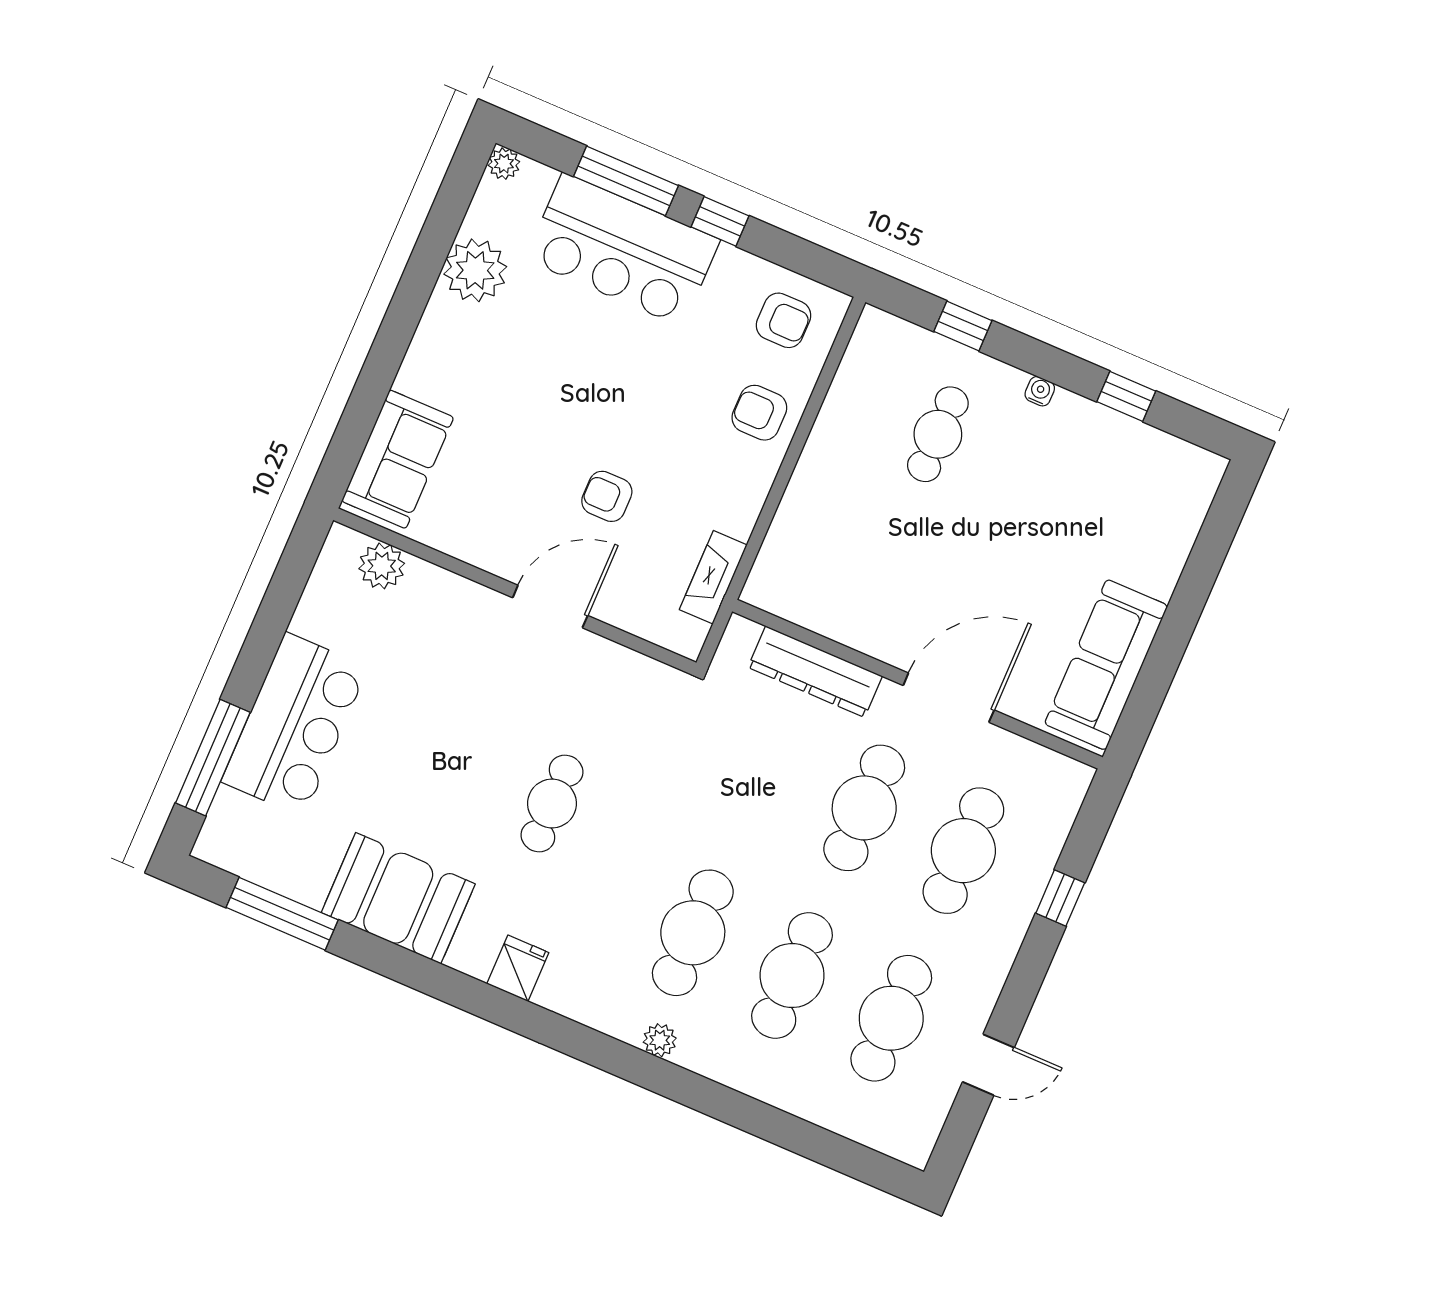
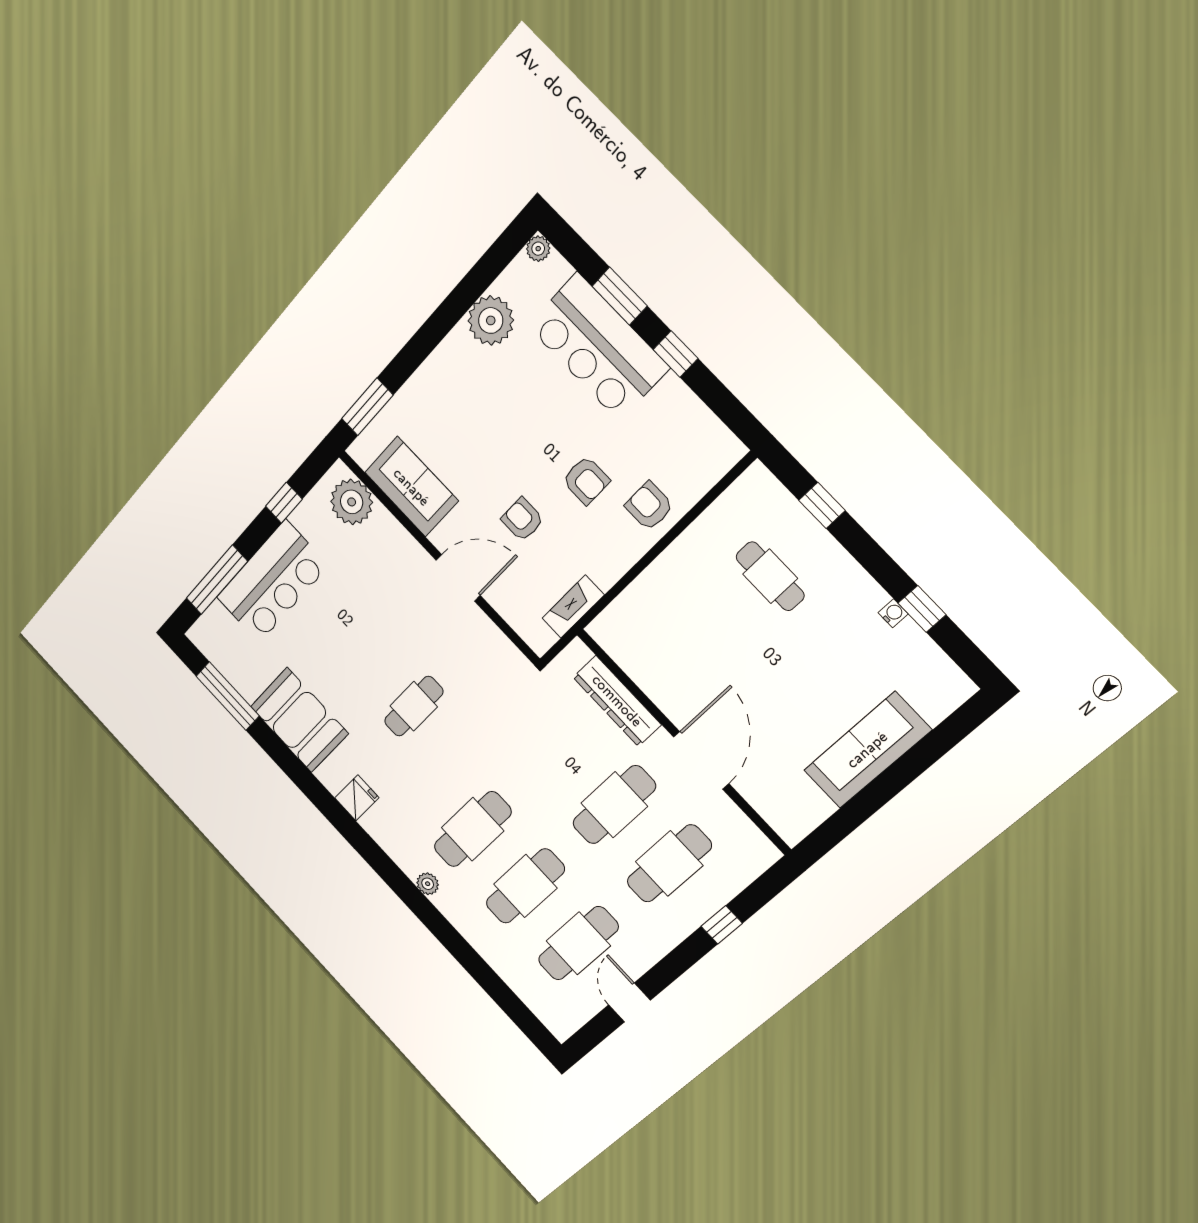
window: (626, 181) -> (620, 296), width x0.69
armchair: (784, 320) -> (586, 480), moved
water cooler: (1040, 391) -> (893, 613), moved
cafe table: (938, 434) -> (770, 576), turned 90
window: (350, 440) -> (367, 407), added
sofa: (398, 459) -> (411, 487), moved, turned -90
plant: (382, 566) -> (352, 502), width x1.36, depth x1.36
window: (276, 611) -> (284, 503), added
sofa: (1106, 665) -> (867, 750), moved
door: (949, 698) -> (701, 760), hinge flipped
door: (988, 1065) -> (629, 1002), swing flipped

